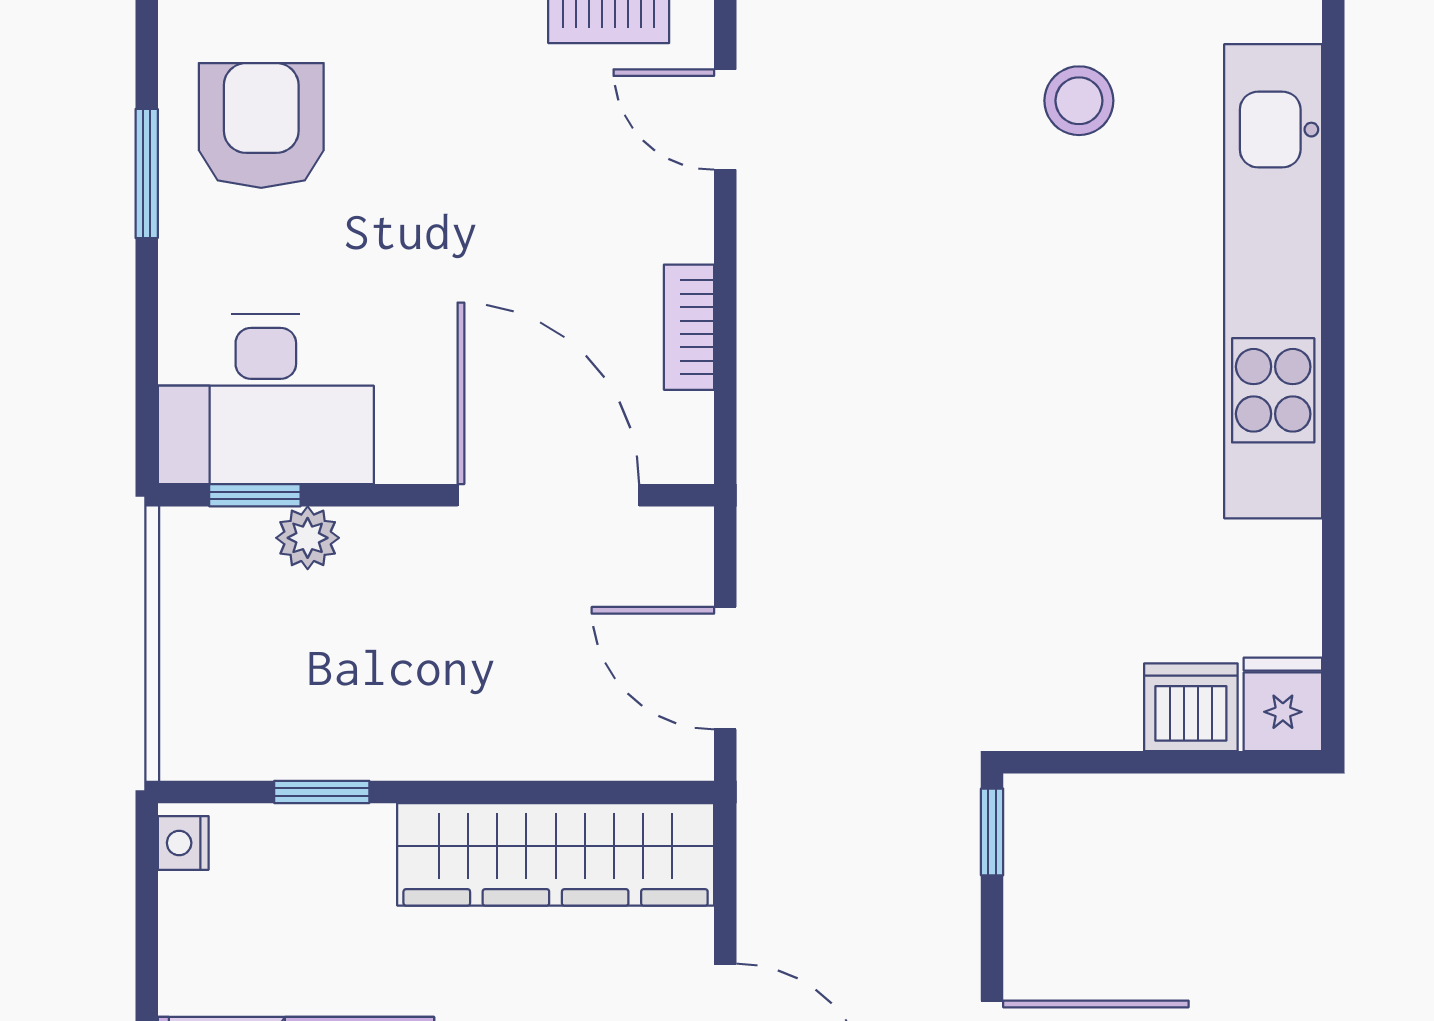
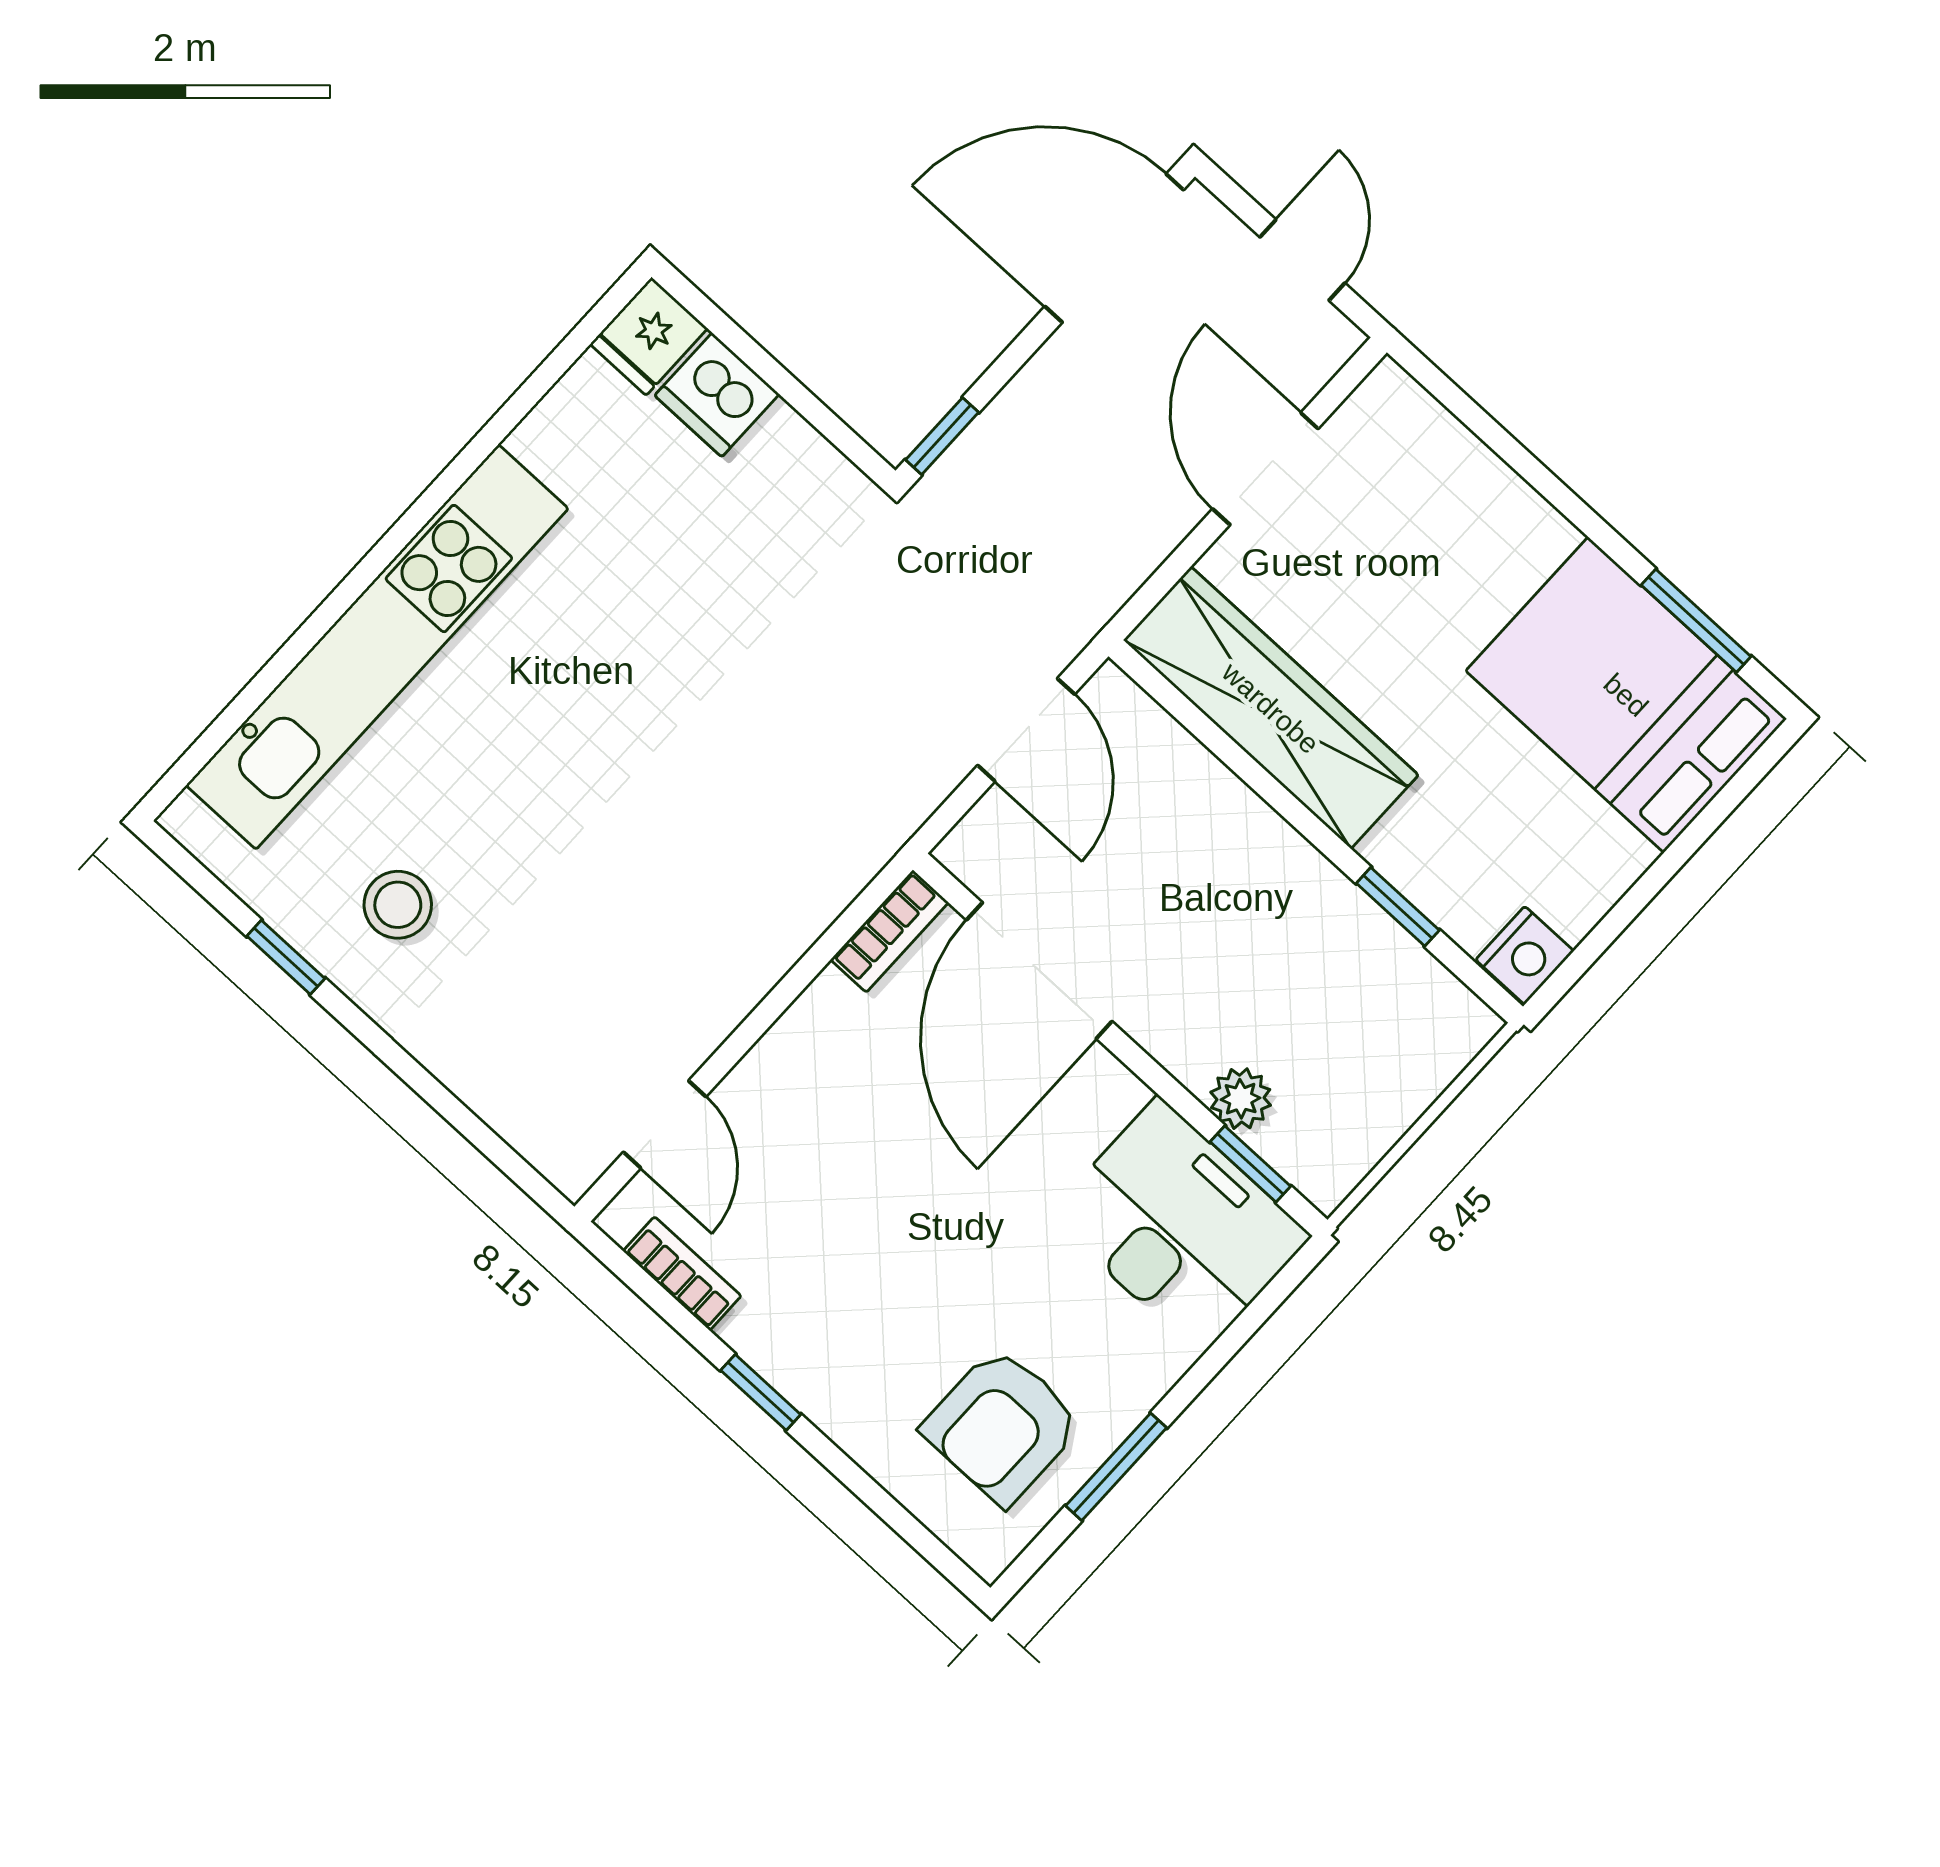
bookcase: (689, 327) -> (890, 931), moved
nightstand: (183, 843) -> (1525, 955), width x1.39, depth x1.35

